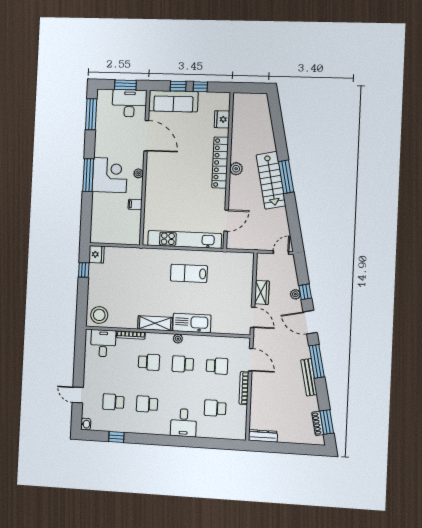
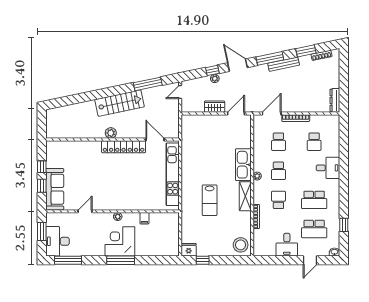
desk: (129, 103) -> (58, 241), moved
fridge: (222, 119) -> (69, 147), removed
door: (146, 136) -> (85, 211), width x0.53
locker: (220, 163) -> (124, 147), moved
window: (286, 177) -> (148, 84), moved
door: (281, 253) -> (180, 92), hinge flipped
lab bench: (189, 273) -> (210, 200), moved
door: (310, 322) -> (237, 65), swing flipped
desk: (103, 343) -> (287, 245), moved, turned -90
school desk: (217, 366) -> (278, 142), turned 180
school desk: (113, 402) -> (314, 229), width x1.85
school desk: (147, 404) -> (314, 200), width x1.85
window: (327, 422) -> (306, 51), moved

